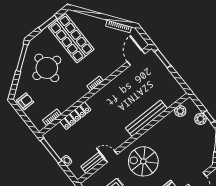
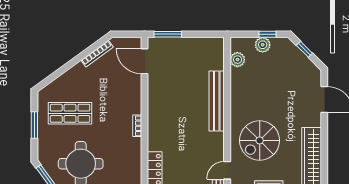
shop shelf: (71, 38) -> (70, 113), width x0.70, depth x0.74

